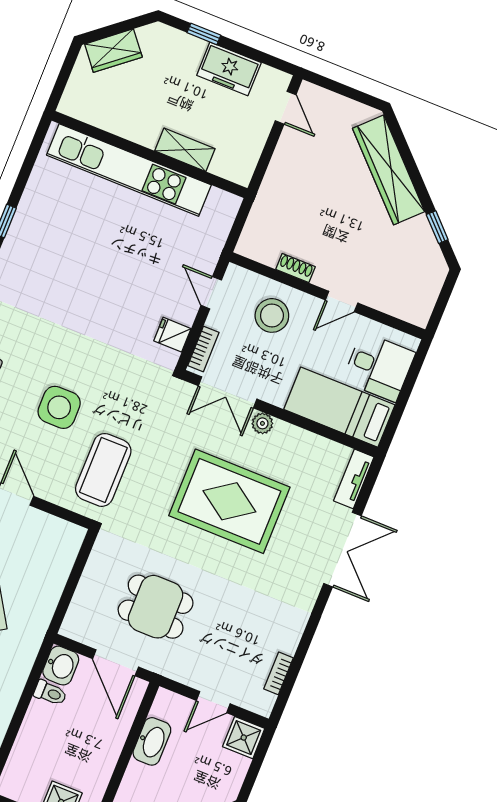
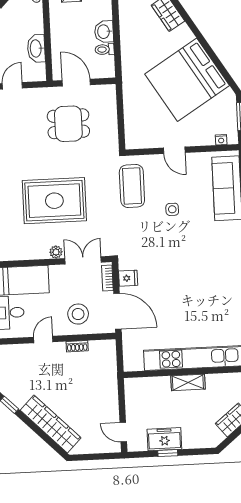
window: (204, 34) -> (168, 453), moved
shelving: (185, 150) -> (188, 382), moved
door: (211, 293) -> (117, 311), width x1.87
side table: (59, 407) -> (172, 209), width x0.54, depth x0.54
washbasin: (61, 666) -> (104, 32), moved

